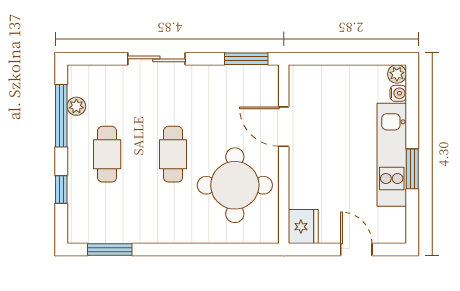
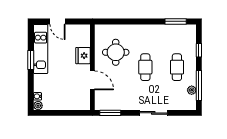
kitchen unit: (392, 155) -> (41, 49), moved
round table: (235, 185) -> (116, 52), width x0.73, depth x0.73
fridge: (303, 227) -> (83, 56), moved

